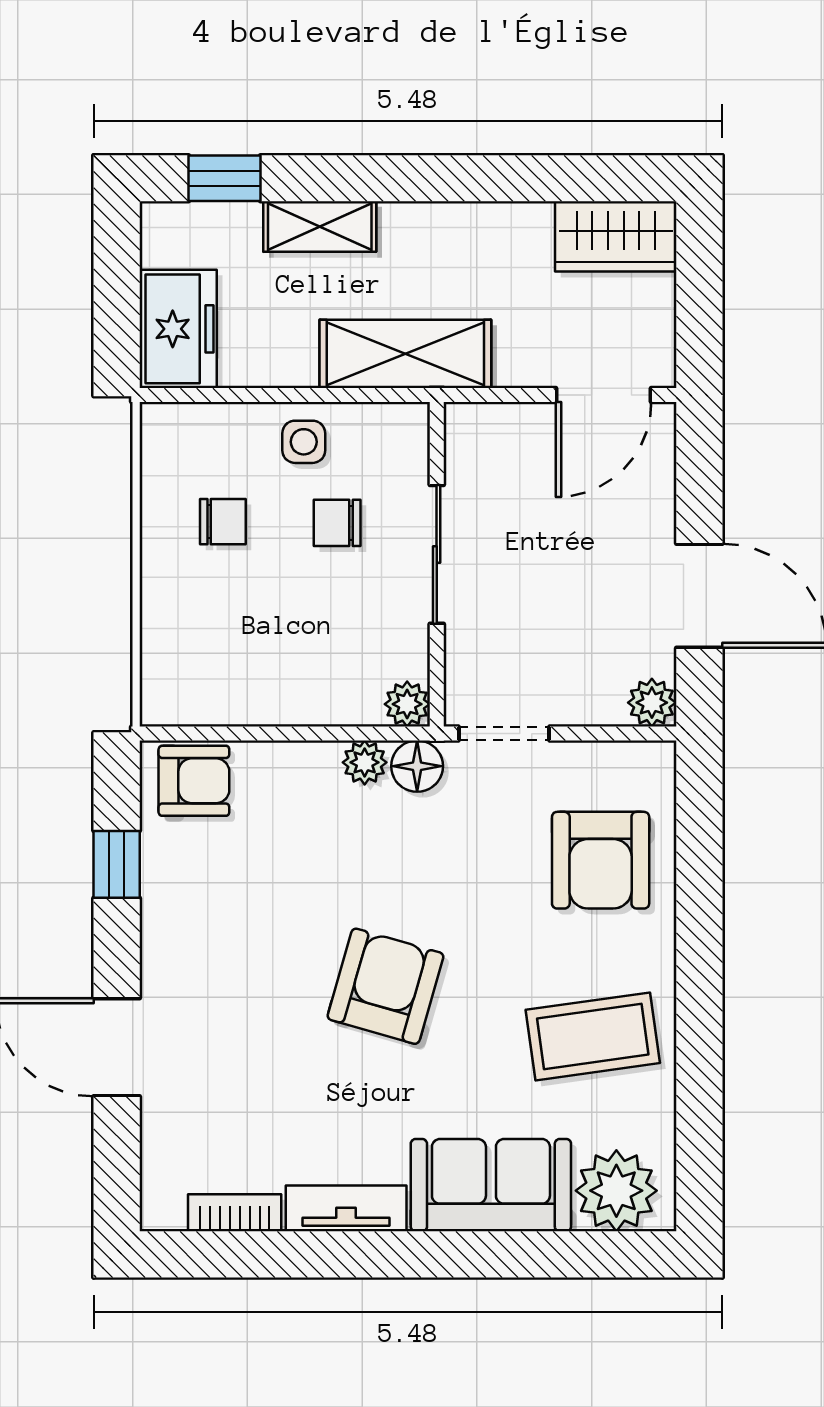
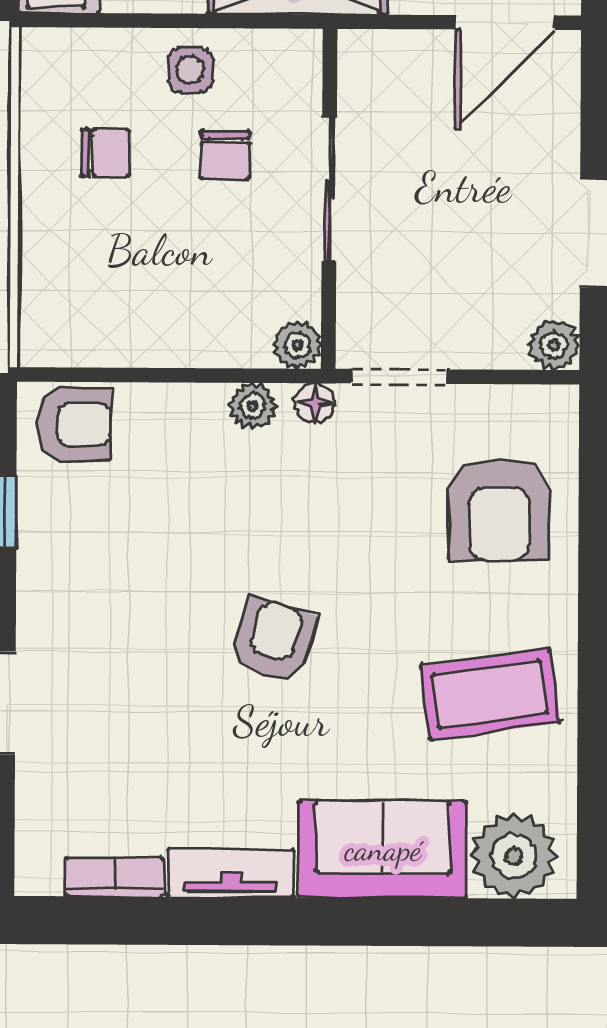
chair: (337, 523) -> (225, 155), turned -90
floor lamp: (417, 766) -> (315, 403), width x0.73, depth x0.73
armchair: (385, 986) -> (273, 640), width x0.72, depth x0.72

